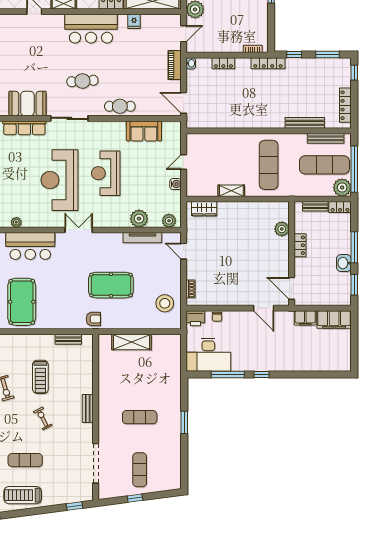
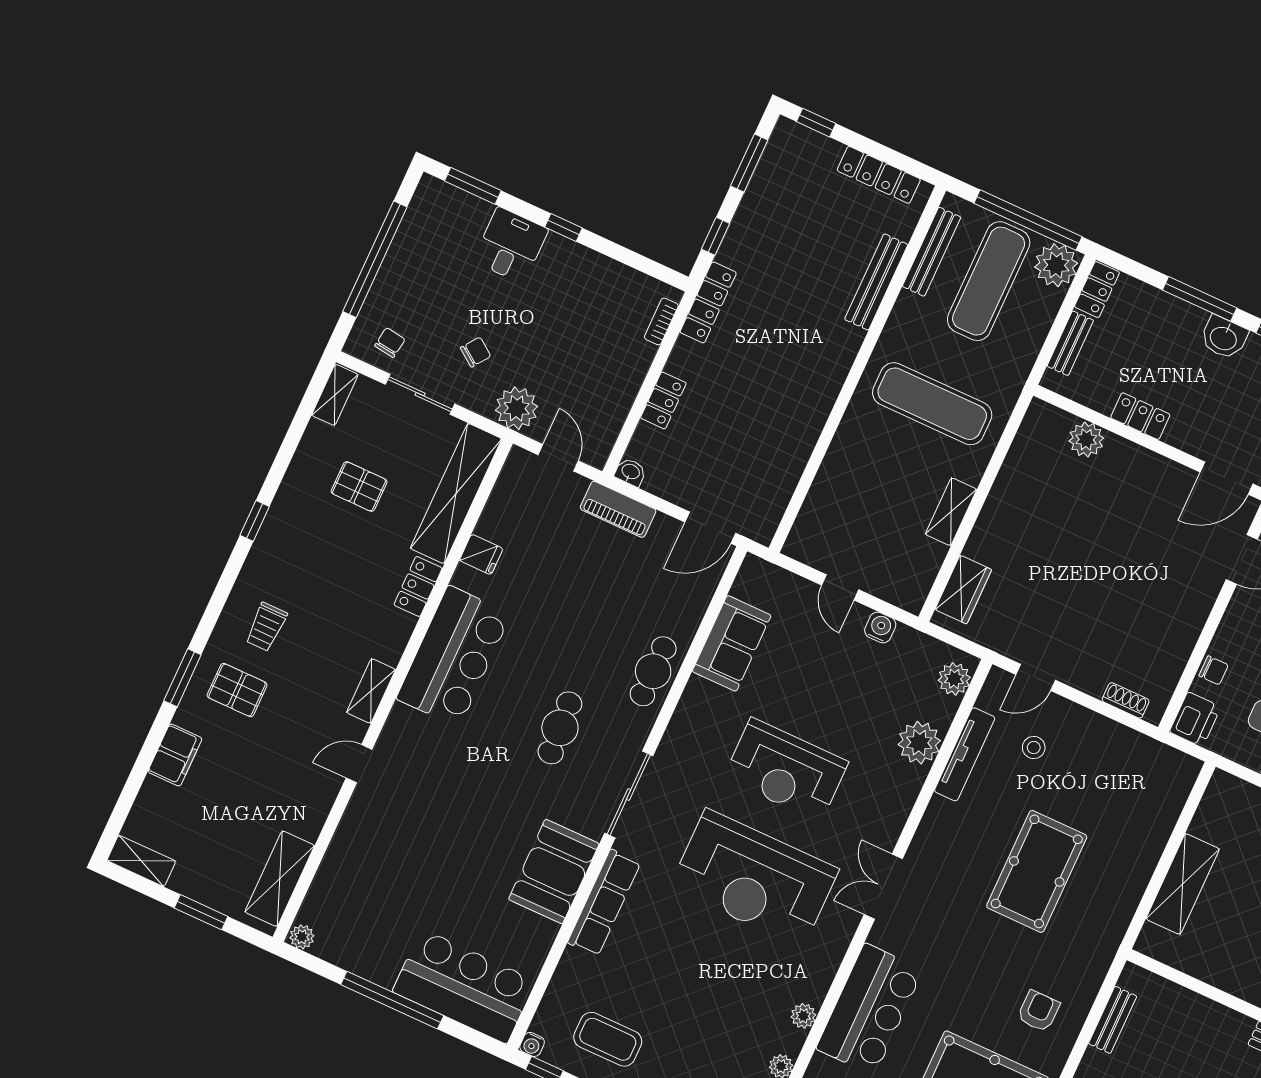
stool: (165, 303) -> (1034, 748), moved, width x0.53, depth x0.53
armchair: (93, 319) -> (1038, 1011), moved

